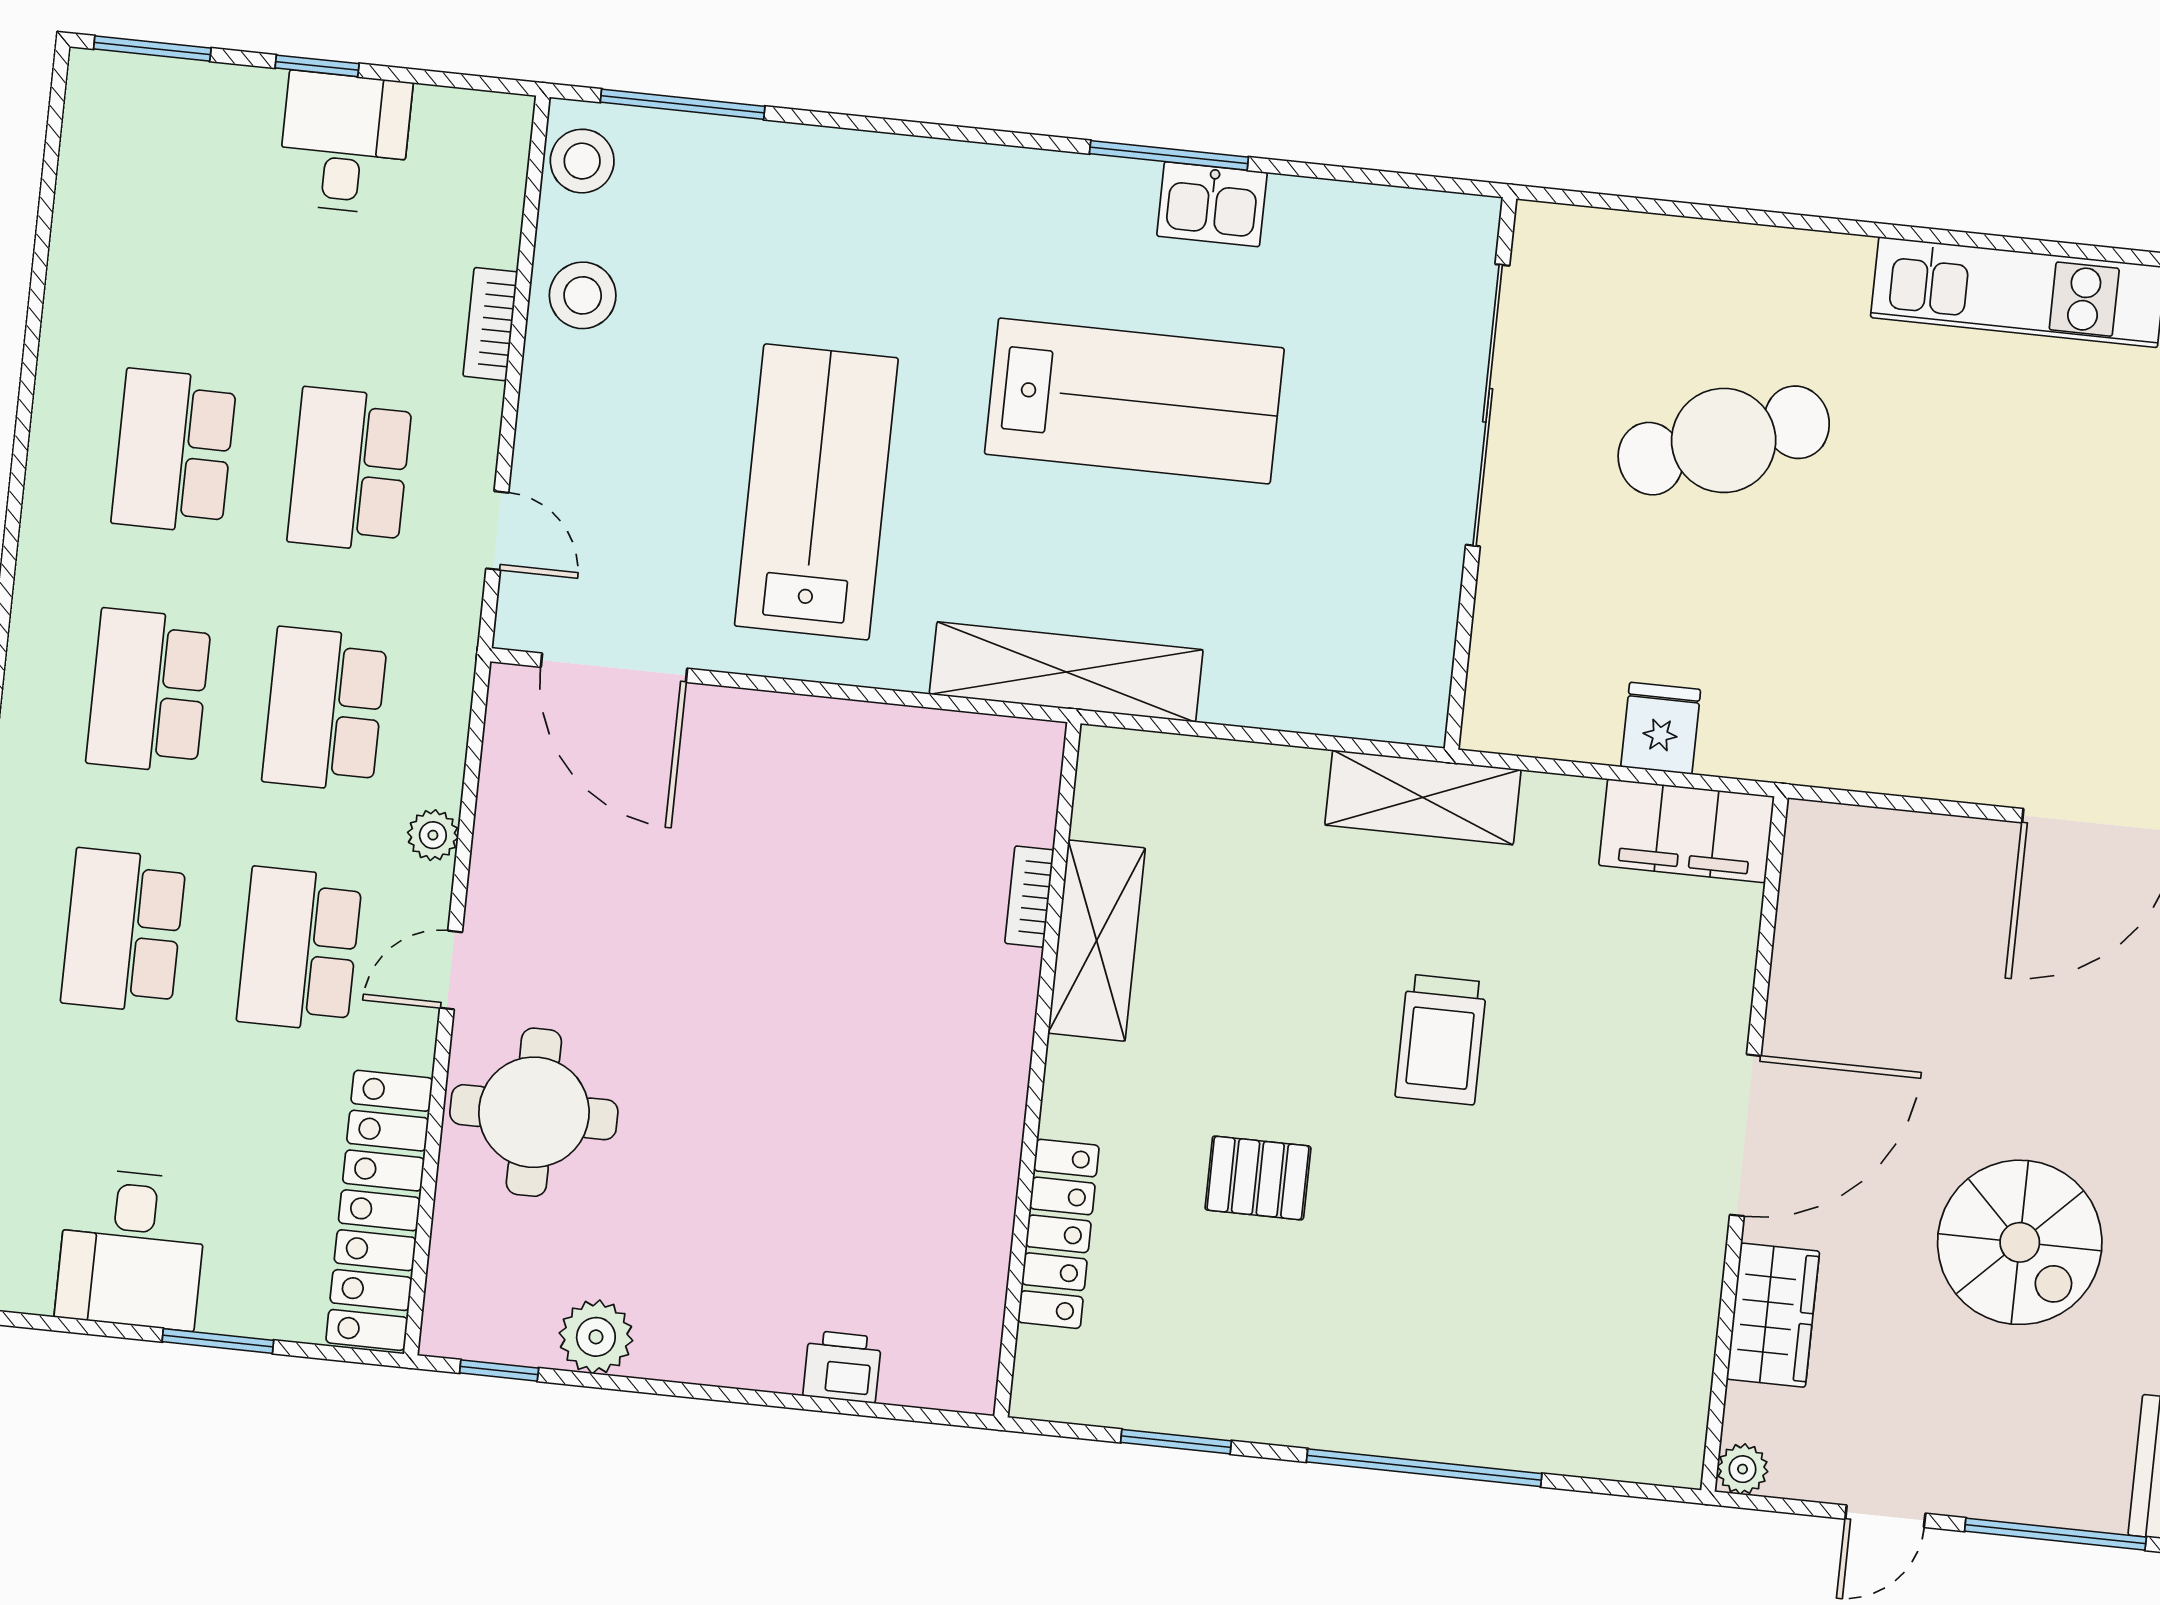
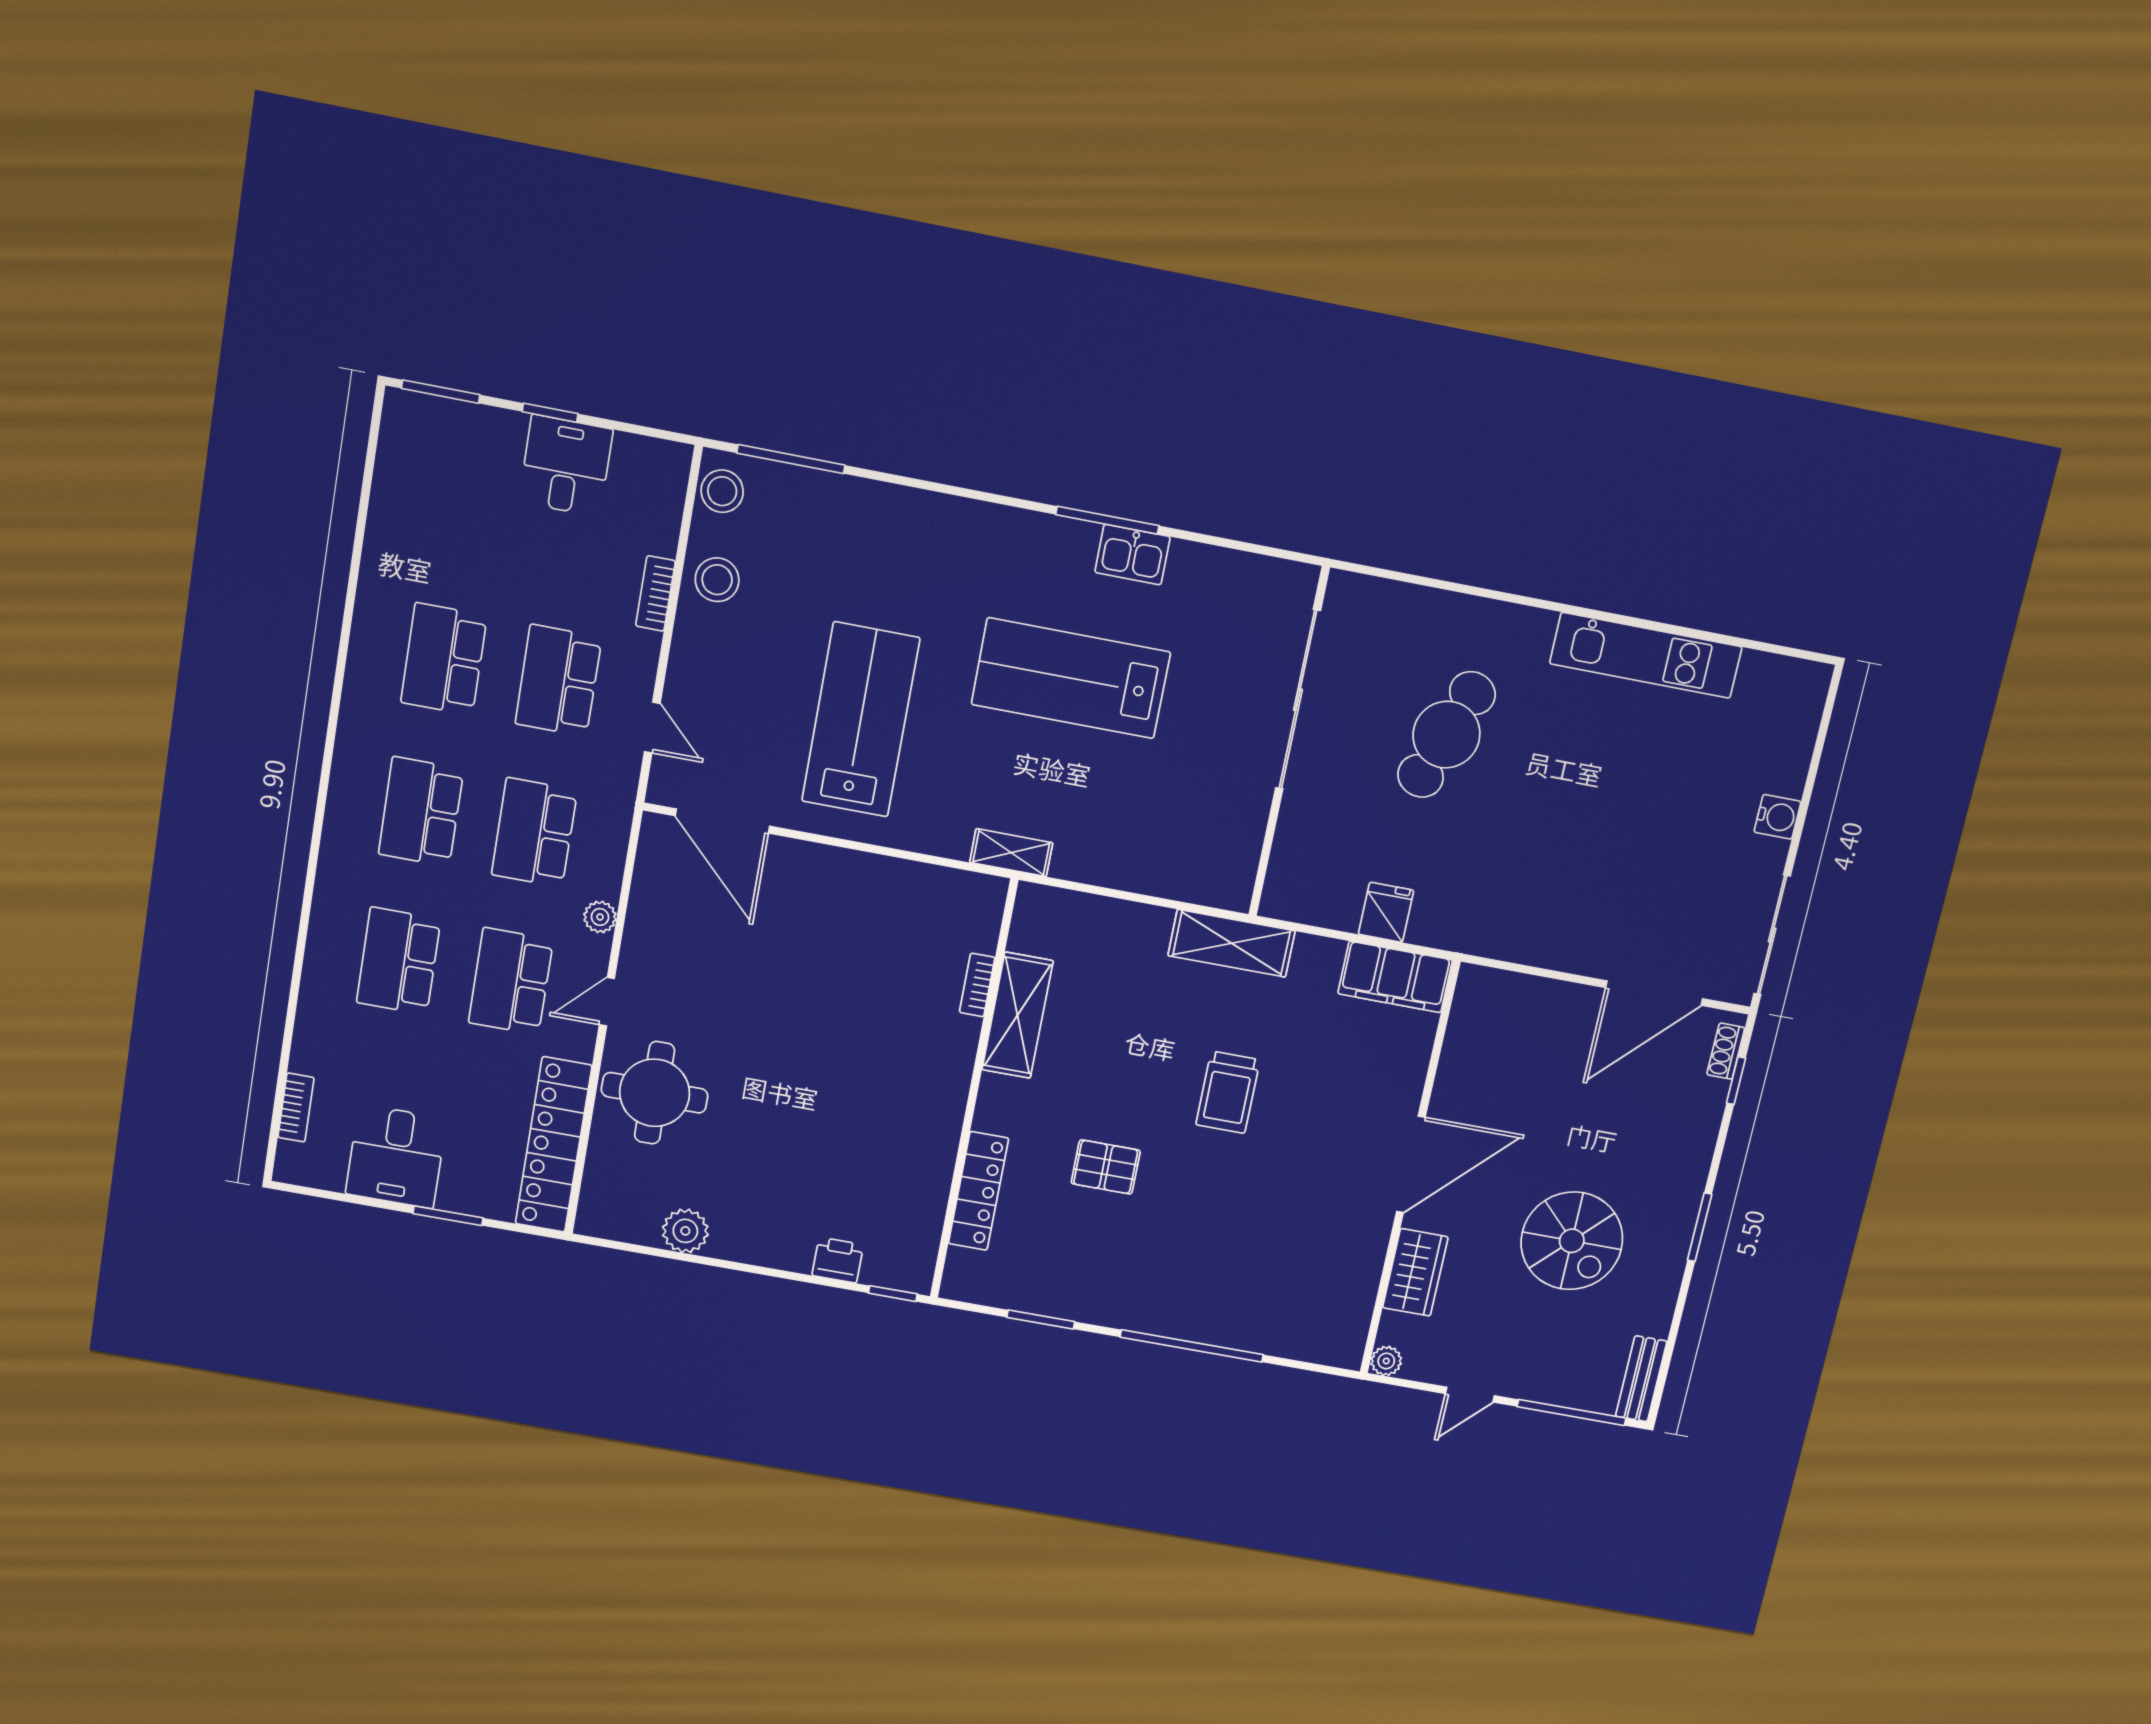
lab bench: (1134, 401) -> (1071, 678), turned 180
cafe table: (1724, 440) -> (1446, 735), turned -50
shelving: (1066, 672) -> (1011, 853), width x0.45, depth x0.75
window: (499, 1371) -> (893, 1294), moved

